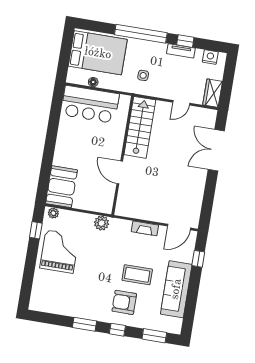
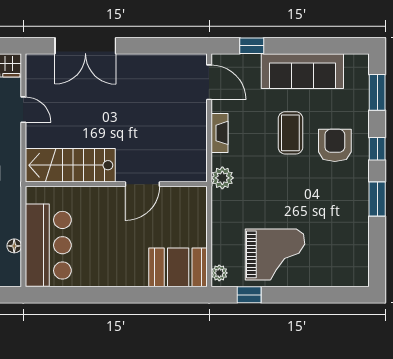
plant: (101, 223) -> (222, 178), moved
grand piano: (59, 252) -> (275, 254), turned 180
armchair: (124, 302) -> (335, 145), turned 180

